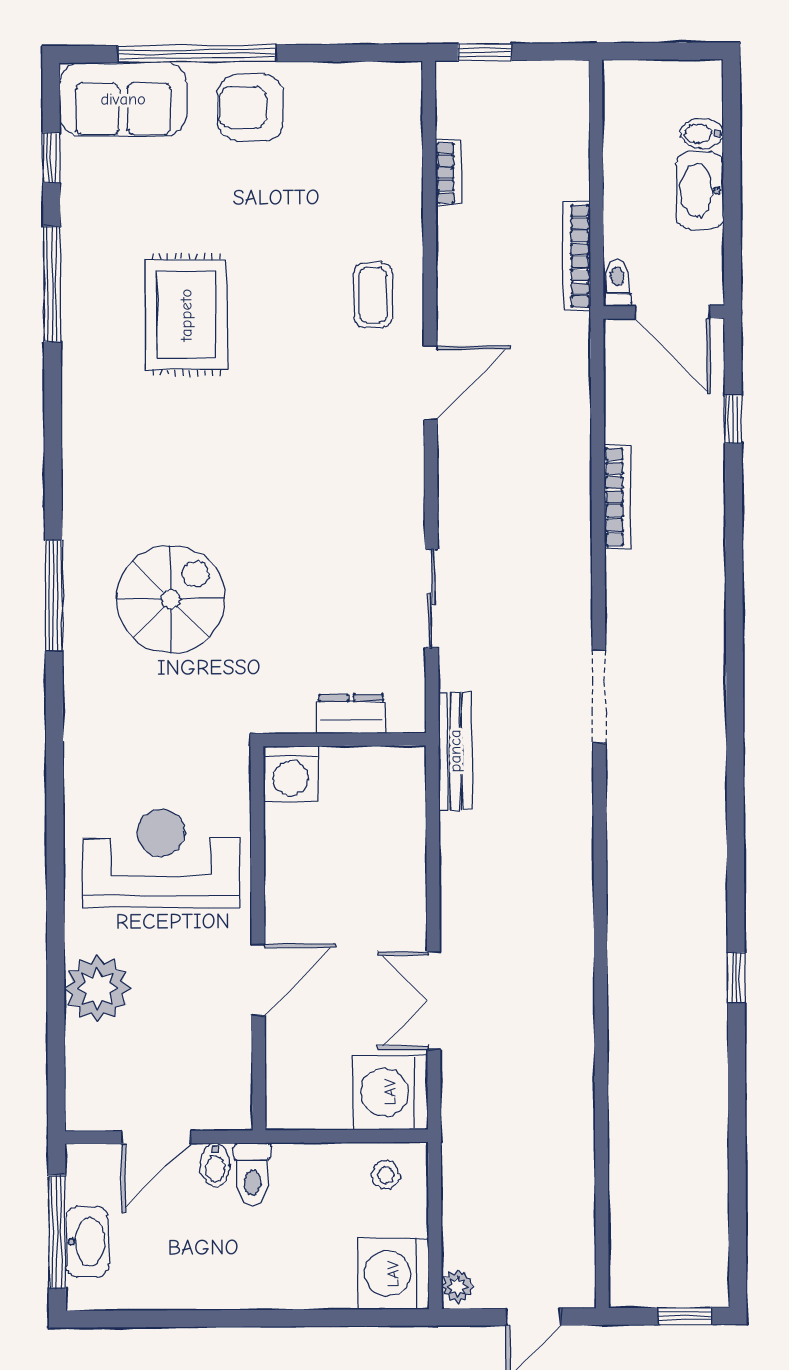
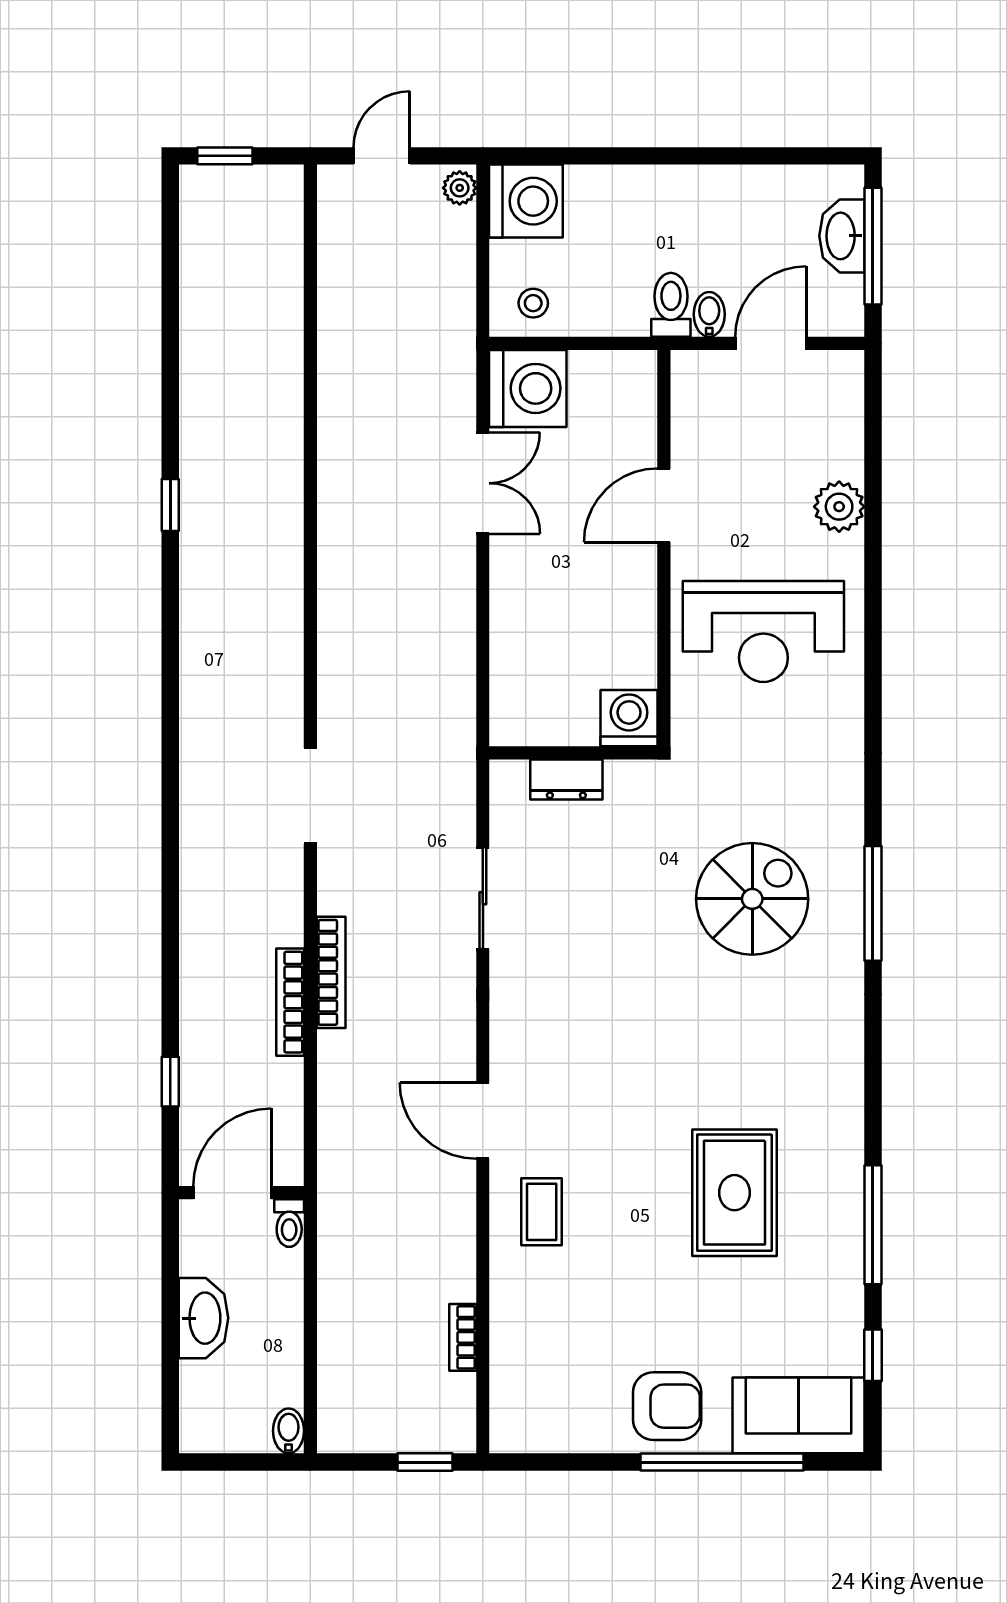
bidet: (702, 133) -> (289, 1431), moved, turned -90
bookcase: (577, 256) -> (331, 972), moved
door: (673, 312) -> (232, 1193), hinge flipped
door: (430, 383) -> (483, 1121), hinge flipped
spiral stairs: (171, 599) -> (752, 899), turned 180
bench: (455, 751) -> (459, 740), removed
plant: (97, 988) -> (839, 507), width x0.73, depth x0.73

